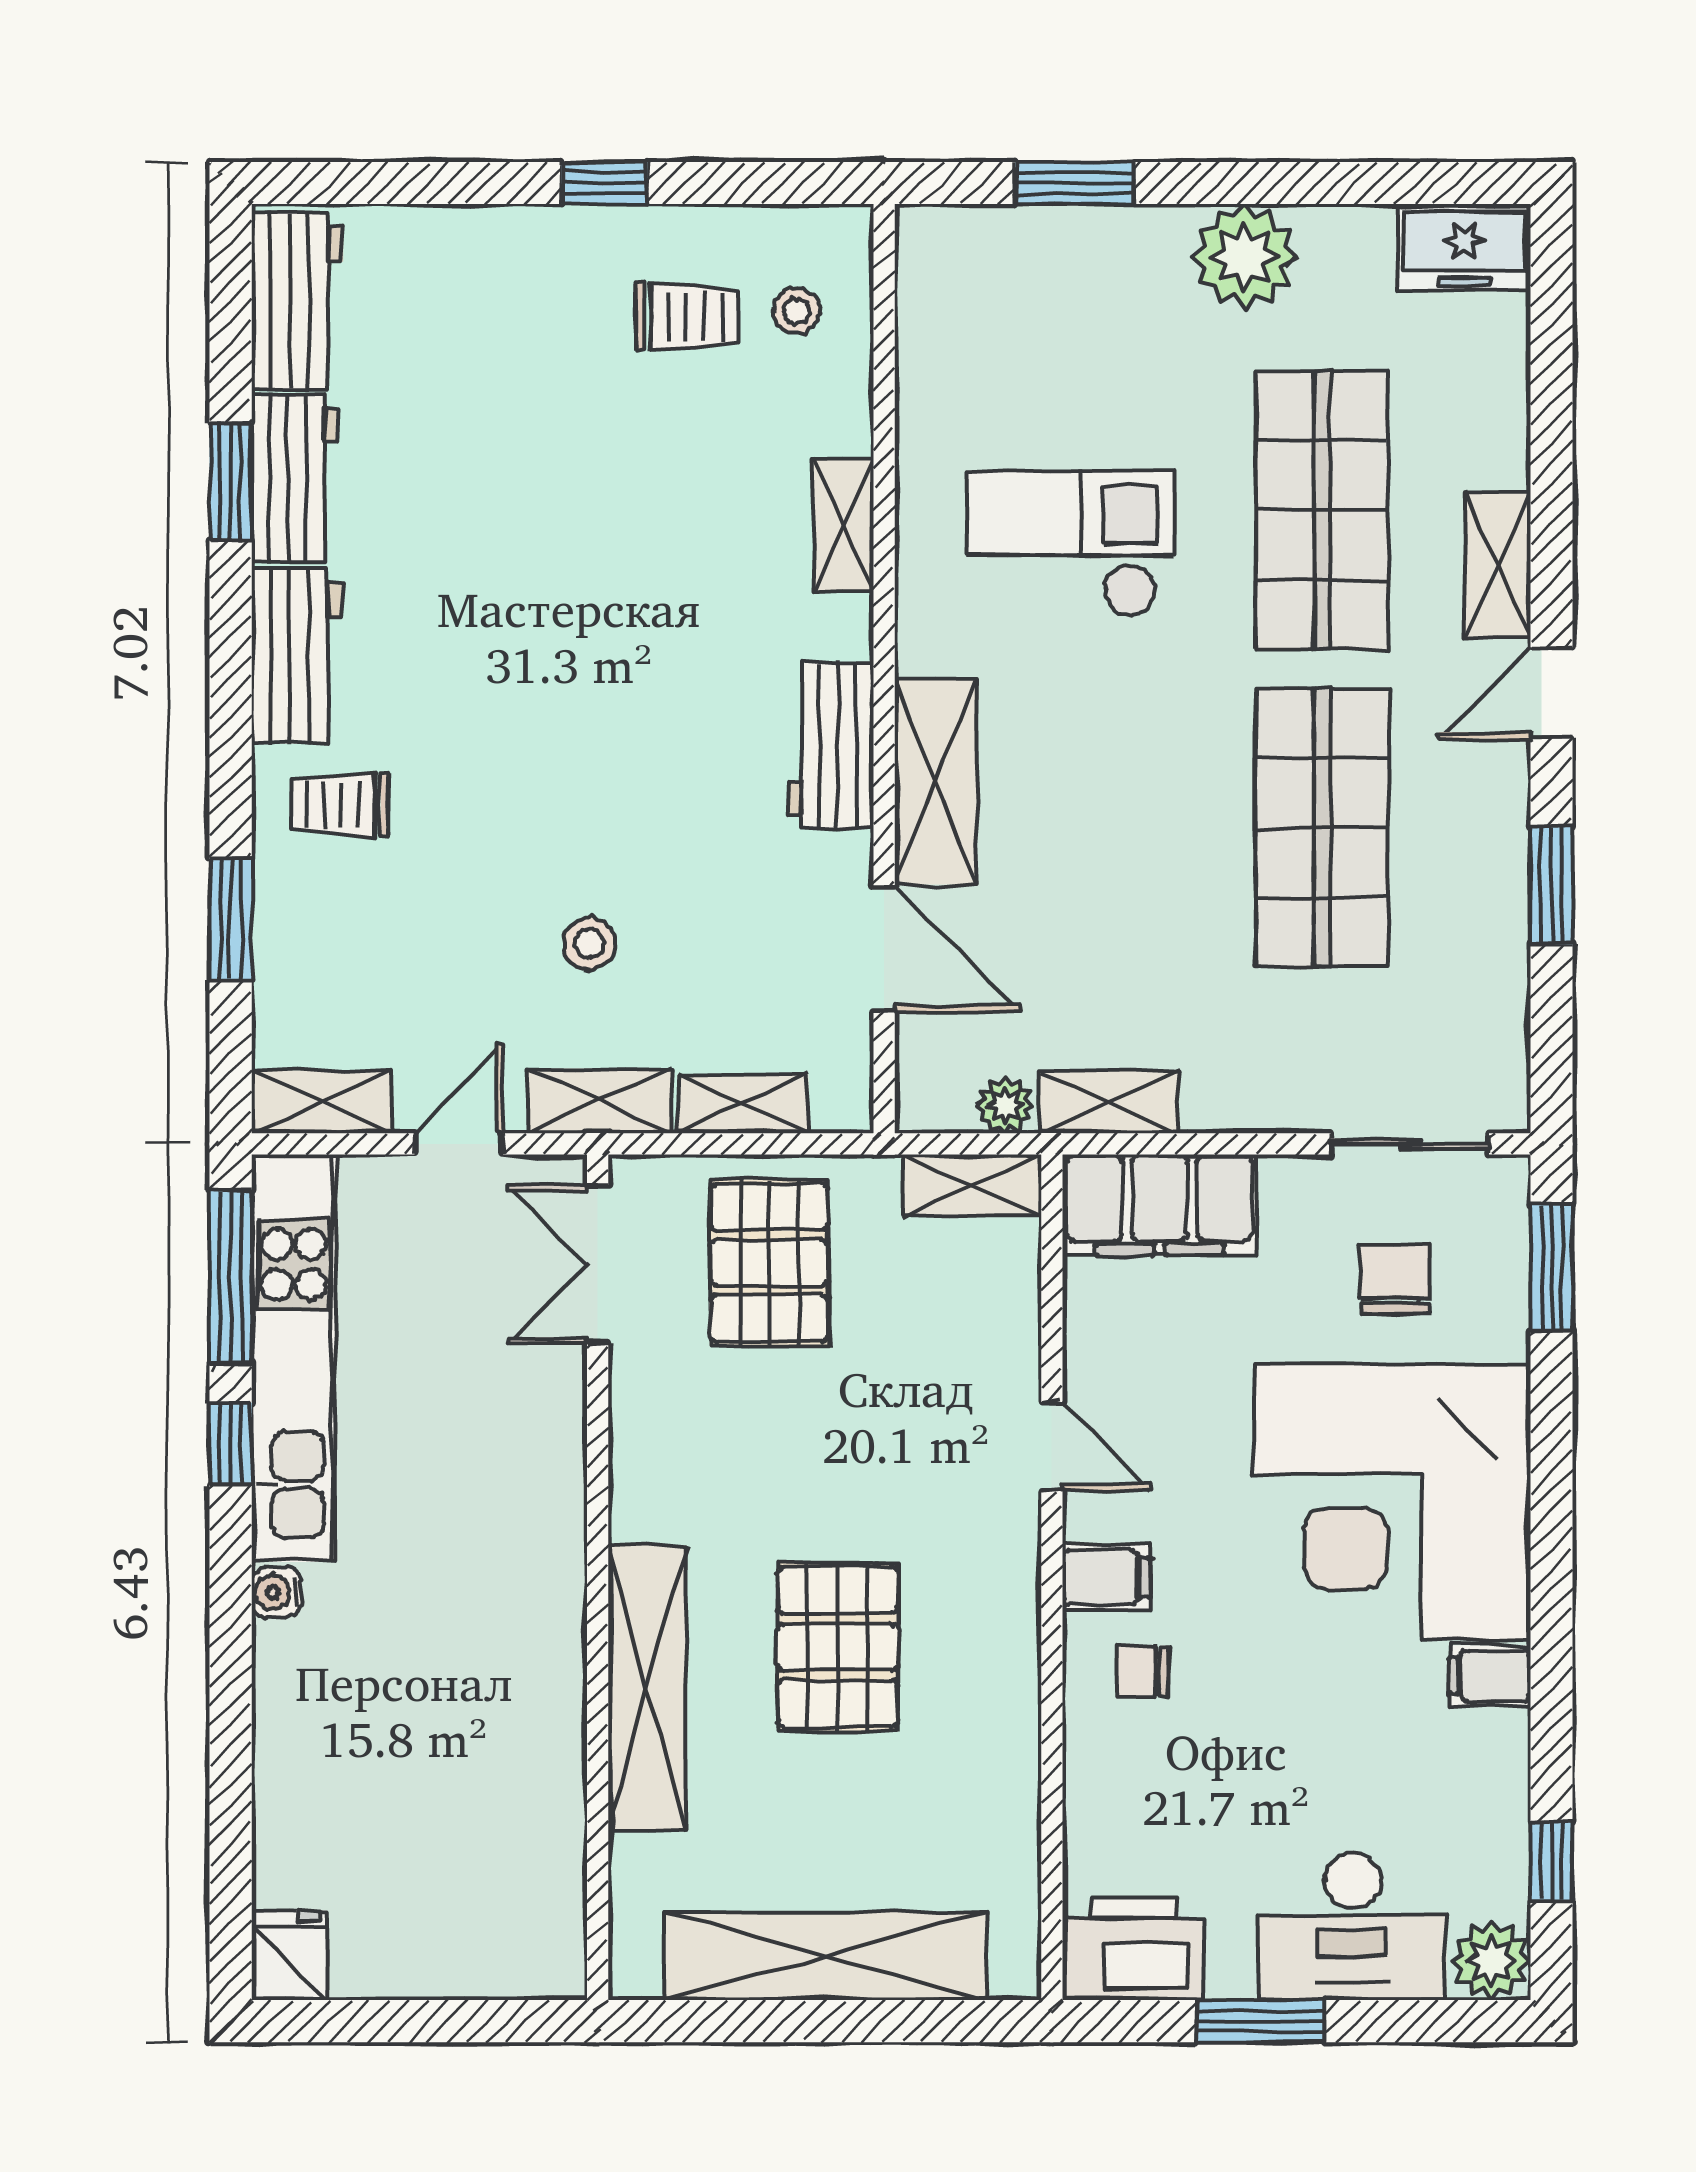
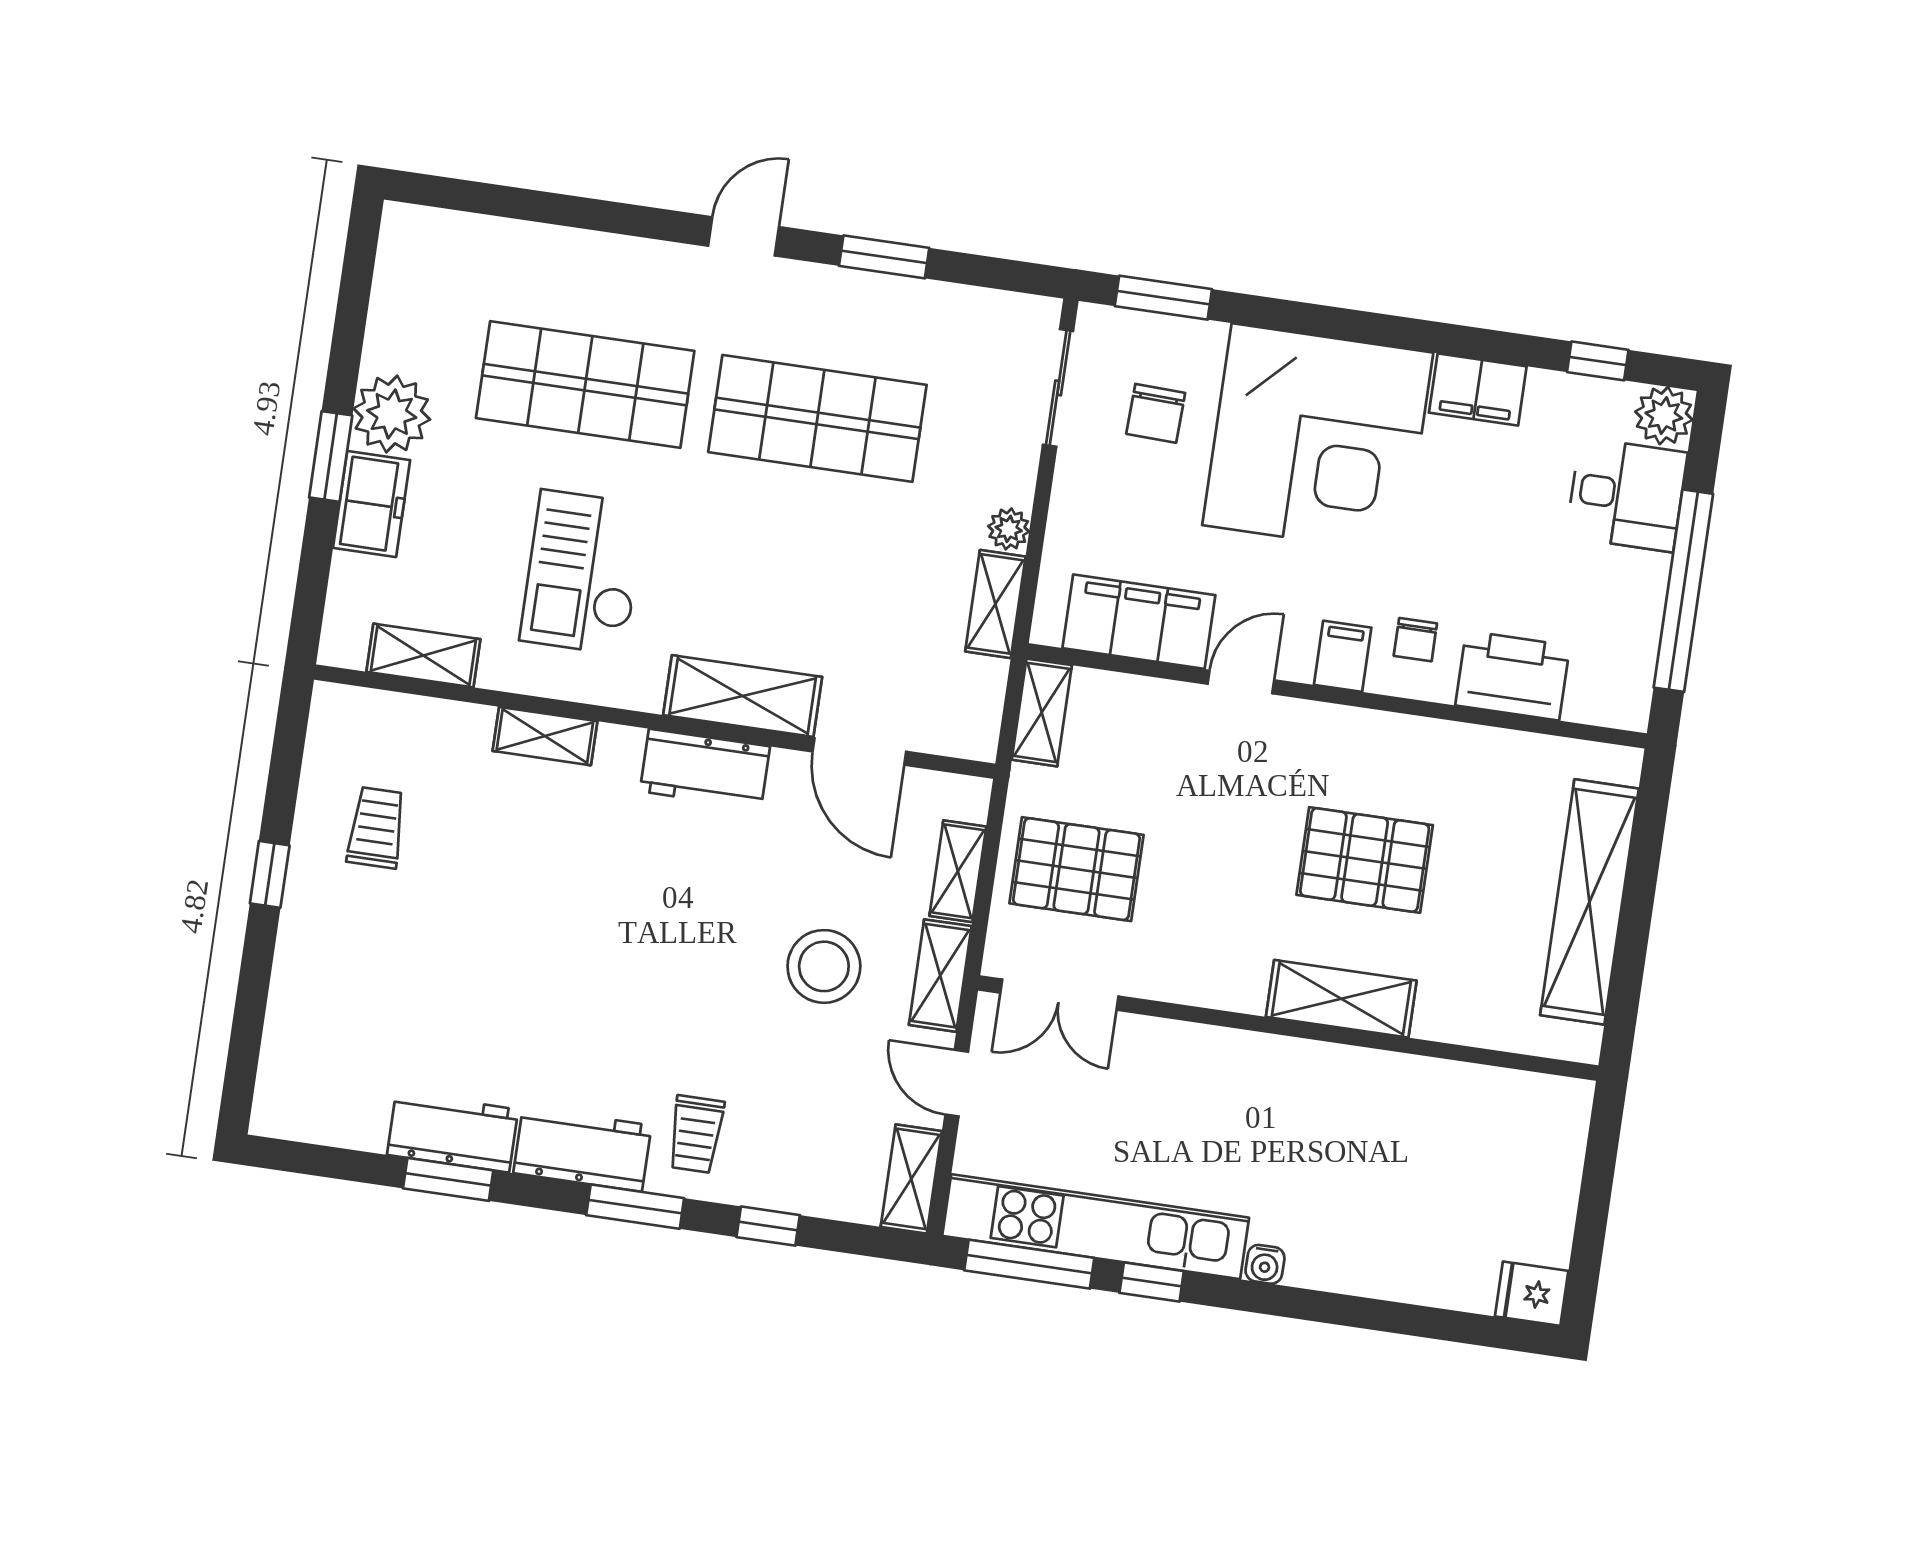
window: (1074, 183) -> (331, 456), moved
freezer: (1464, 247) -> (372, 504), moved
workbench: (297, 301) -> (323, 1111), removed
stool: (796, 311) -> (384, 748), removed
shelving: (1498, 565) -> (423, 656), moved
door: (1552, 693) -> (743, 236), swing flipped
window: (231, 737) -> (635, 1207), added
window: (231, 919) -> (768, 1226), width x0.67
stool: (589, 943) -> (824, 966), width x1.89, depth x1.89
door: (884, 949) -> (859, 752), swing flipped
plant: (1005, 1105) -> (1009, 529), moved
filing cabinet: (1160, 1205) -> (1139, 622), moved, turned -90
chair: (1395, 1280) -> (1156, 413), turned -88
filing cabinet: (1490, 1676) -> (1478, 389), width x2.00
shelving: (647, 1688) -> (1341, 999), width x0.68
desk: (1353, 1926) -> (1627, 495), width x0.73
printer: (1134, 1949) -> (1513, 676), moved, turned 90
window: (1261, 2021) -> (1683, 591), width x2.11

